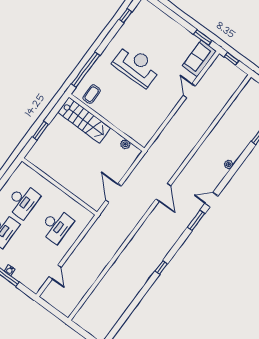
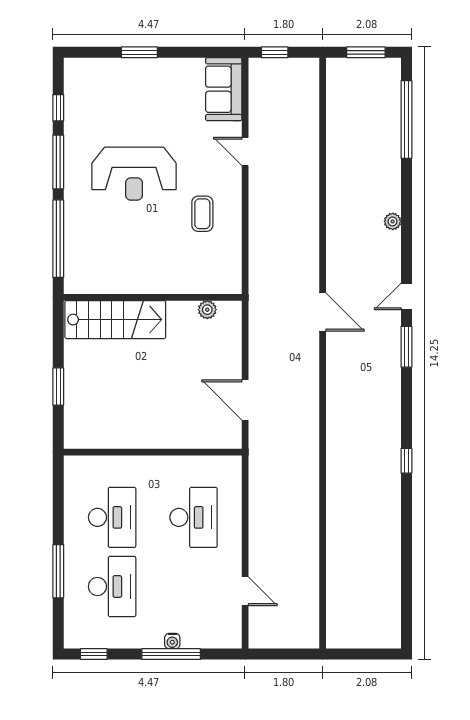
window: (203, 37) -> (139, 52), moved
window: (109, 38) -> (58, 162), added
reception desk: (137, 66) -> (134, 174), turned 180
coffee table: (92, 94) -> (202, 214), moved
door: (163, 192) -> (323, 312), moved

